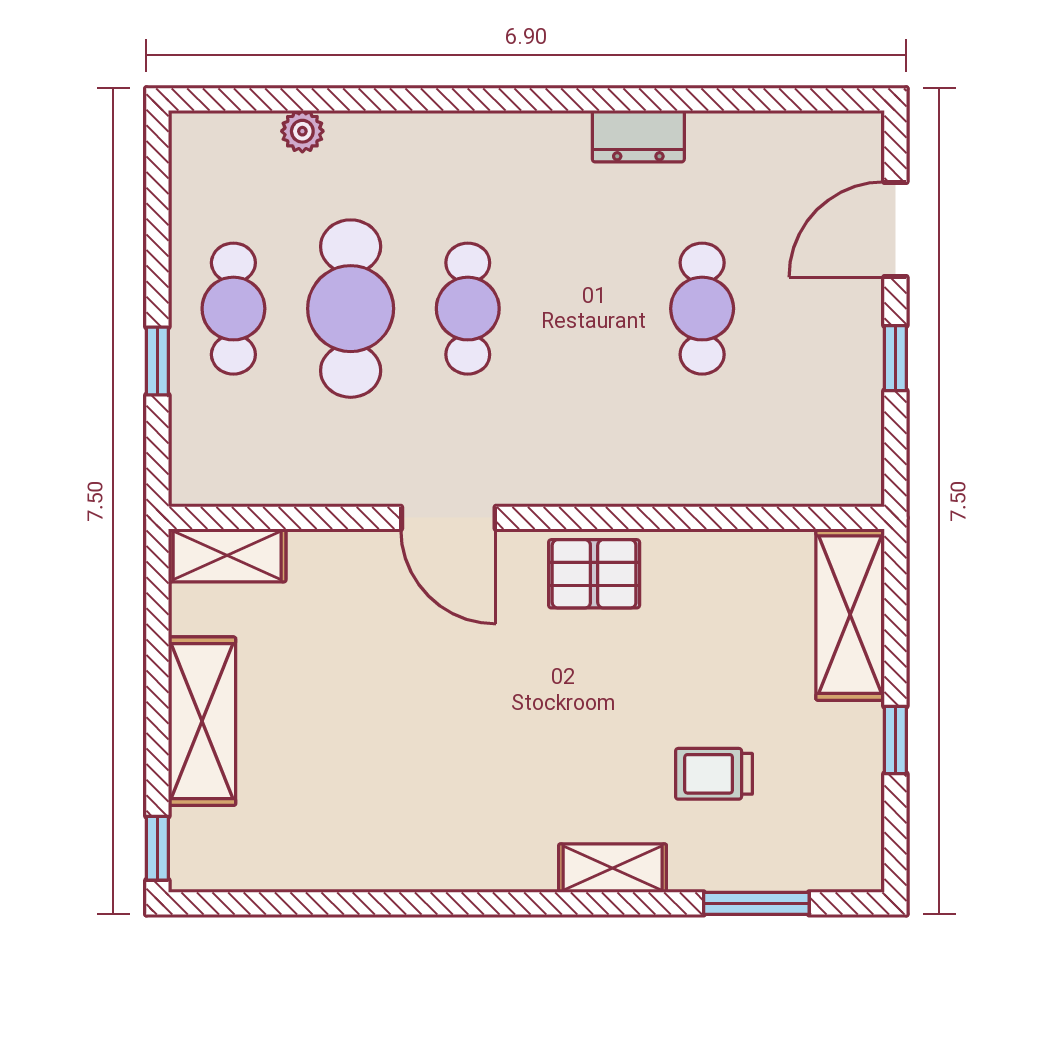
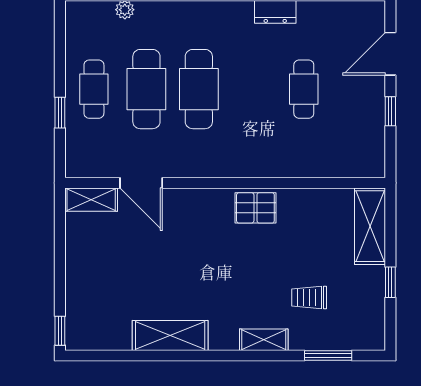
cafe table: (468, 309) -> (199, 89), width x1.37, depth x1.35
door: (448, 518) -> (141, 183), moved
shelving: (202, 721) -> (170, 335), moved, turned 90

